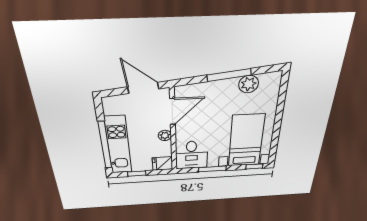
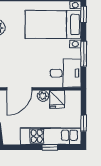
door: (172, 112) -> (19, 89), swing flipped
window: (105, 145) -> (50, 147), width x0.32
fridge: (163, 163) -> (57, 99), moved

